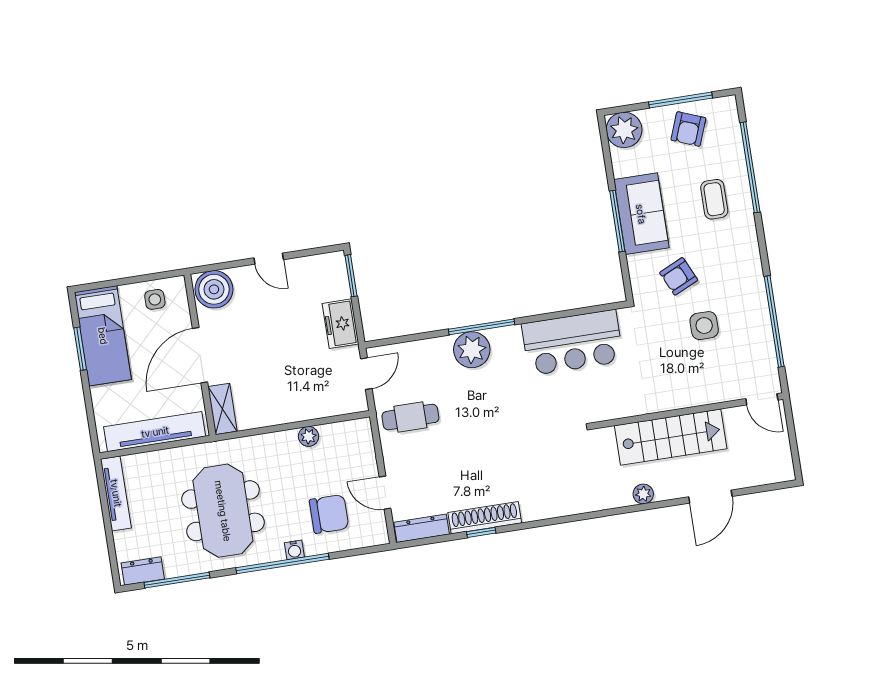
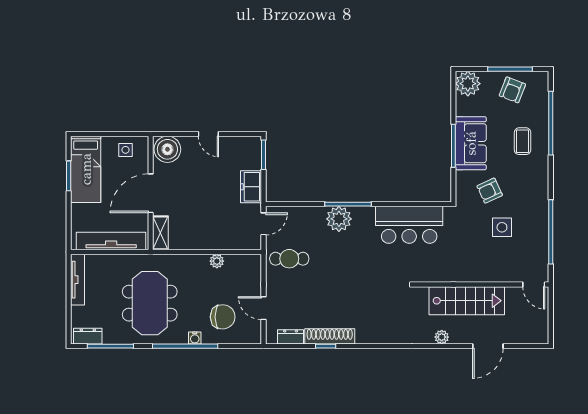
dresser: (422, 528) -> (291, 337), width x0.70

